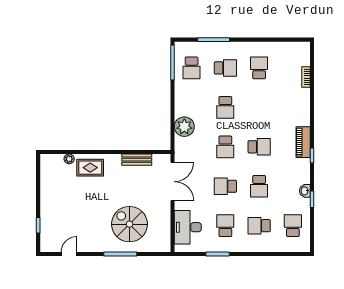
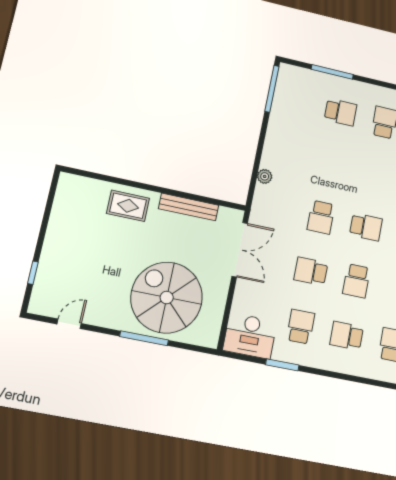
school desk: (192, 68) -> (296, 102), removed
school desk: (225, 107) -> (331, 164), removed
plant: (184, 127) -> (265, 176), width x0.53, depth x0.53
plant: (69, 159) -> (101, 187), removed
bench: (137, 160) -> (189, 207), width x1.36
spiral stairs: (129, 224) -> (167, 298), width x1.37, depth x1.37
desk: (188, 227) -> (250, 336), moved, turned -90

